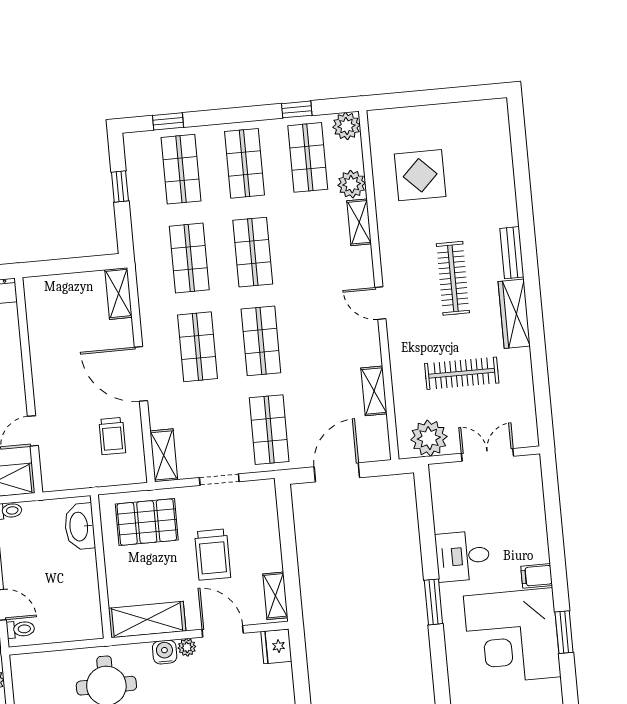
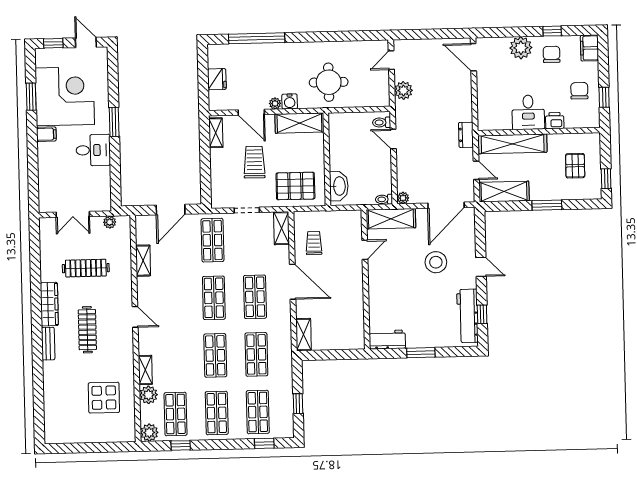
plant: (429, 438) -> (110, 222), width x0.53, depth x0.53
fridge: (276, 646) -> (217, 79), moved

